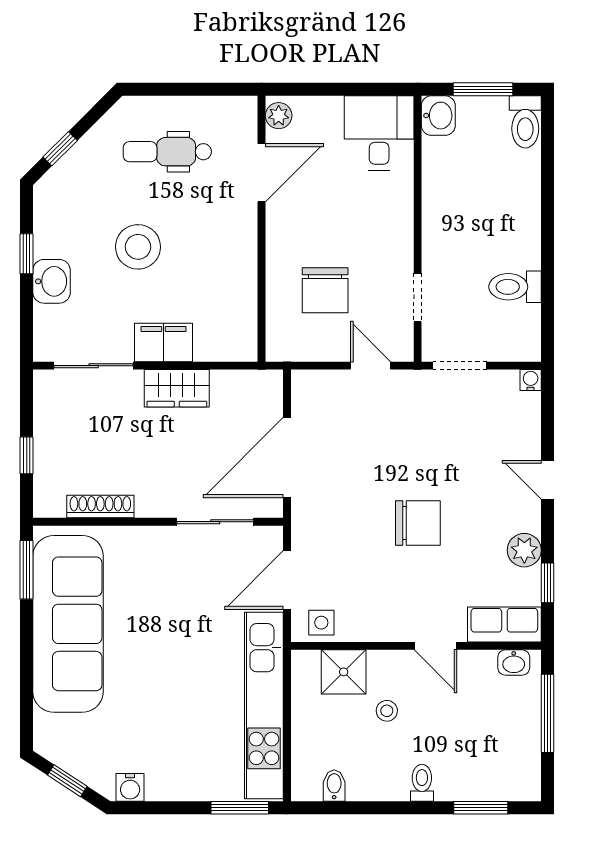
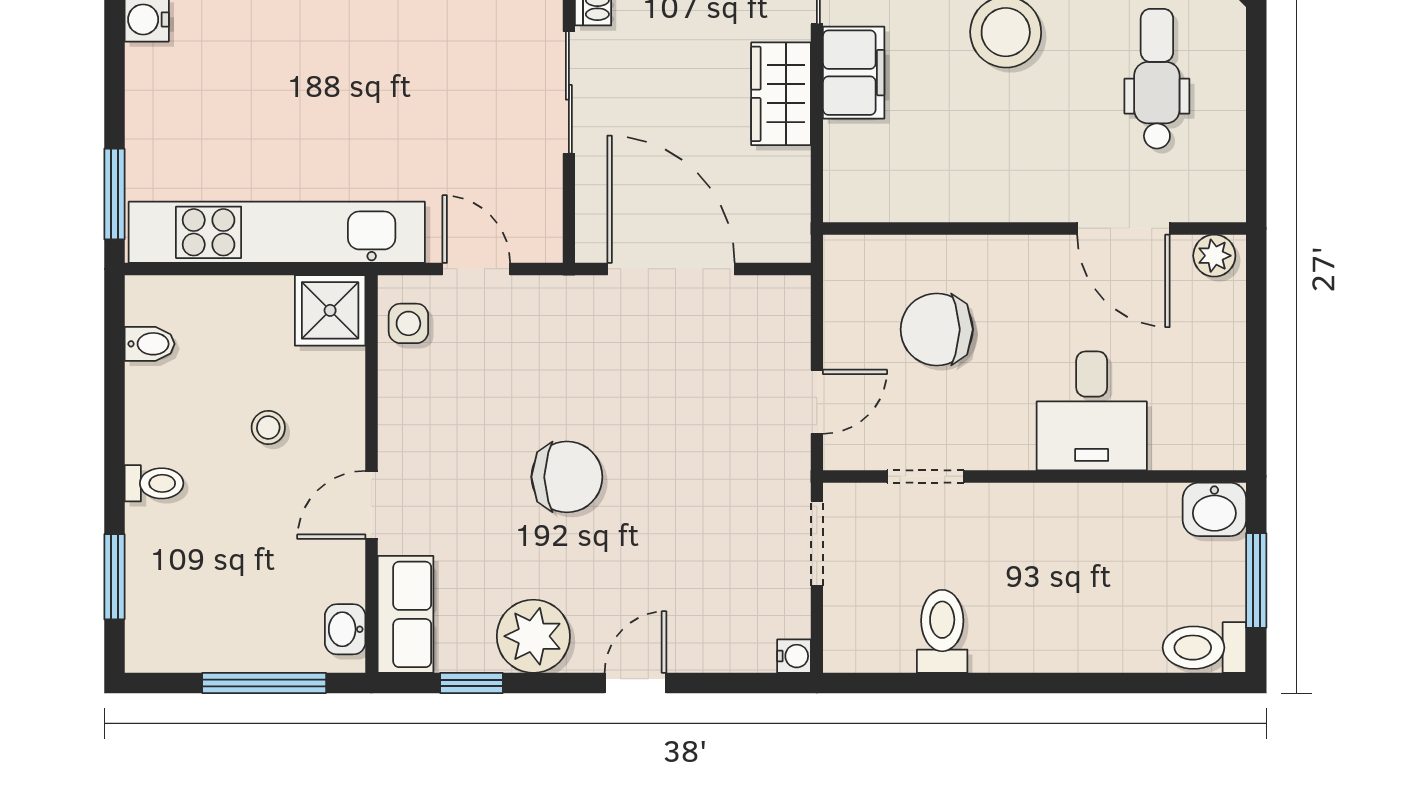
desk: (379, 133) -> (1092, 411), moved, turned 90
sliding door: (215, 522) -> (569, 92), moved
chair: (418, 523) -> (567, 477), turned -90
plant: (524, 550) -> (533, 636), width x1.36, depth x1.36
door: (287, 580) -> (476, 269), width x0.73
shower: (344, 672) -> (330, 310), moved

